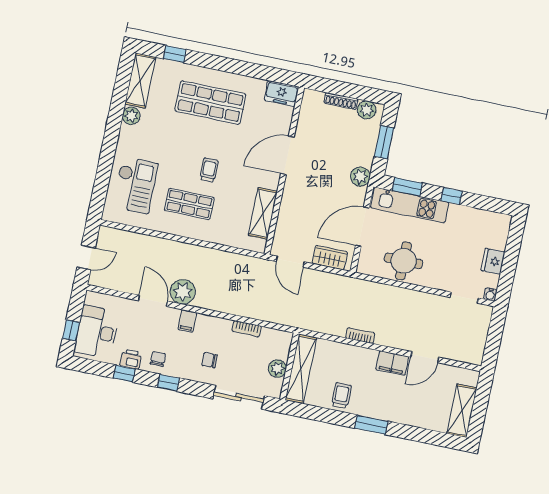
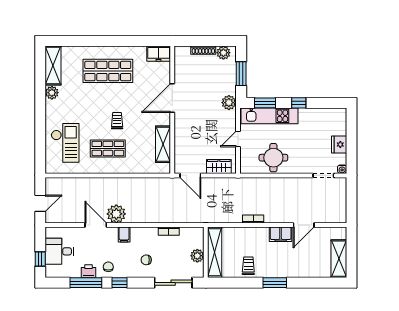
window: (175, 54) -> (74, 41), removed
door: (362, 227) -> (238, 139), width x0.53
desk: (97, 332) -> (59, 251), width x0.73
window: (124, 374) -> (86, 283), width x2.17

